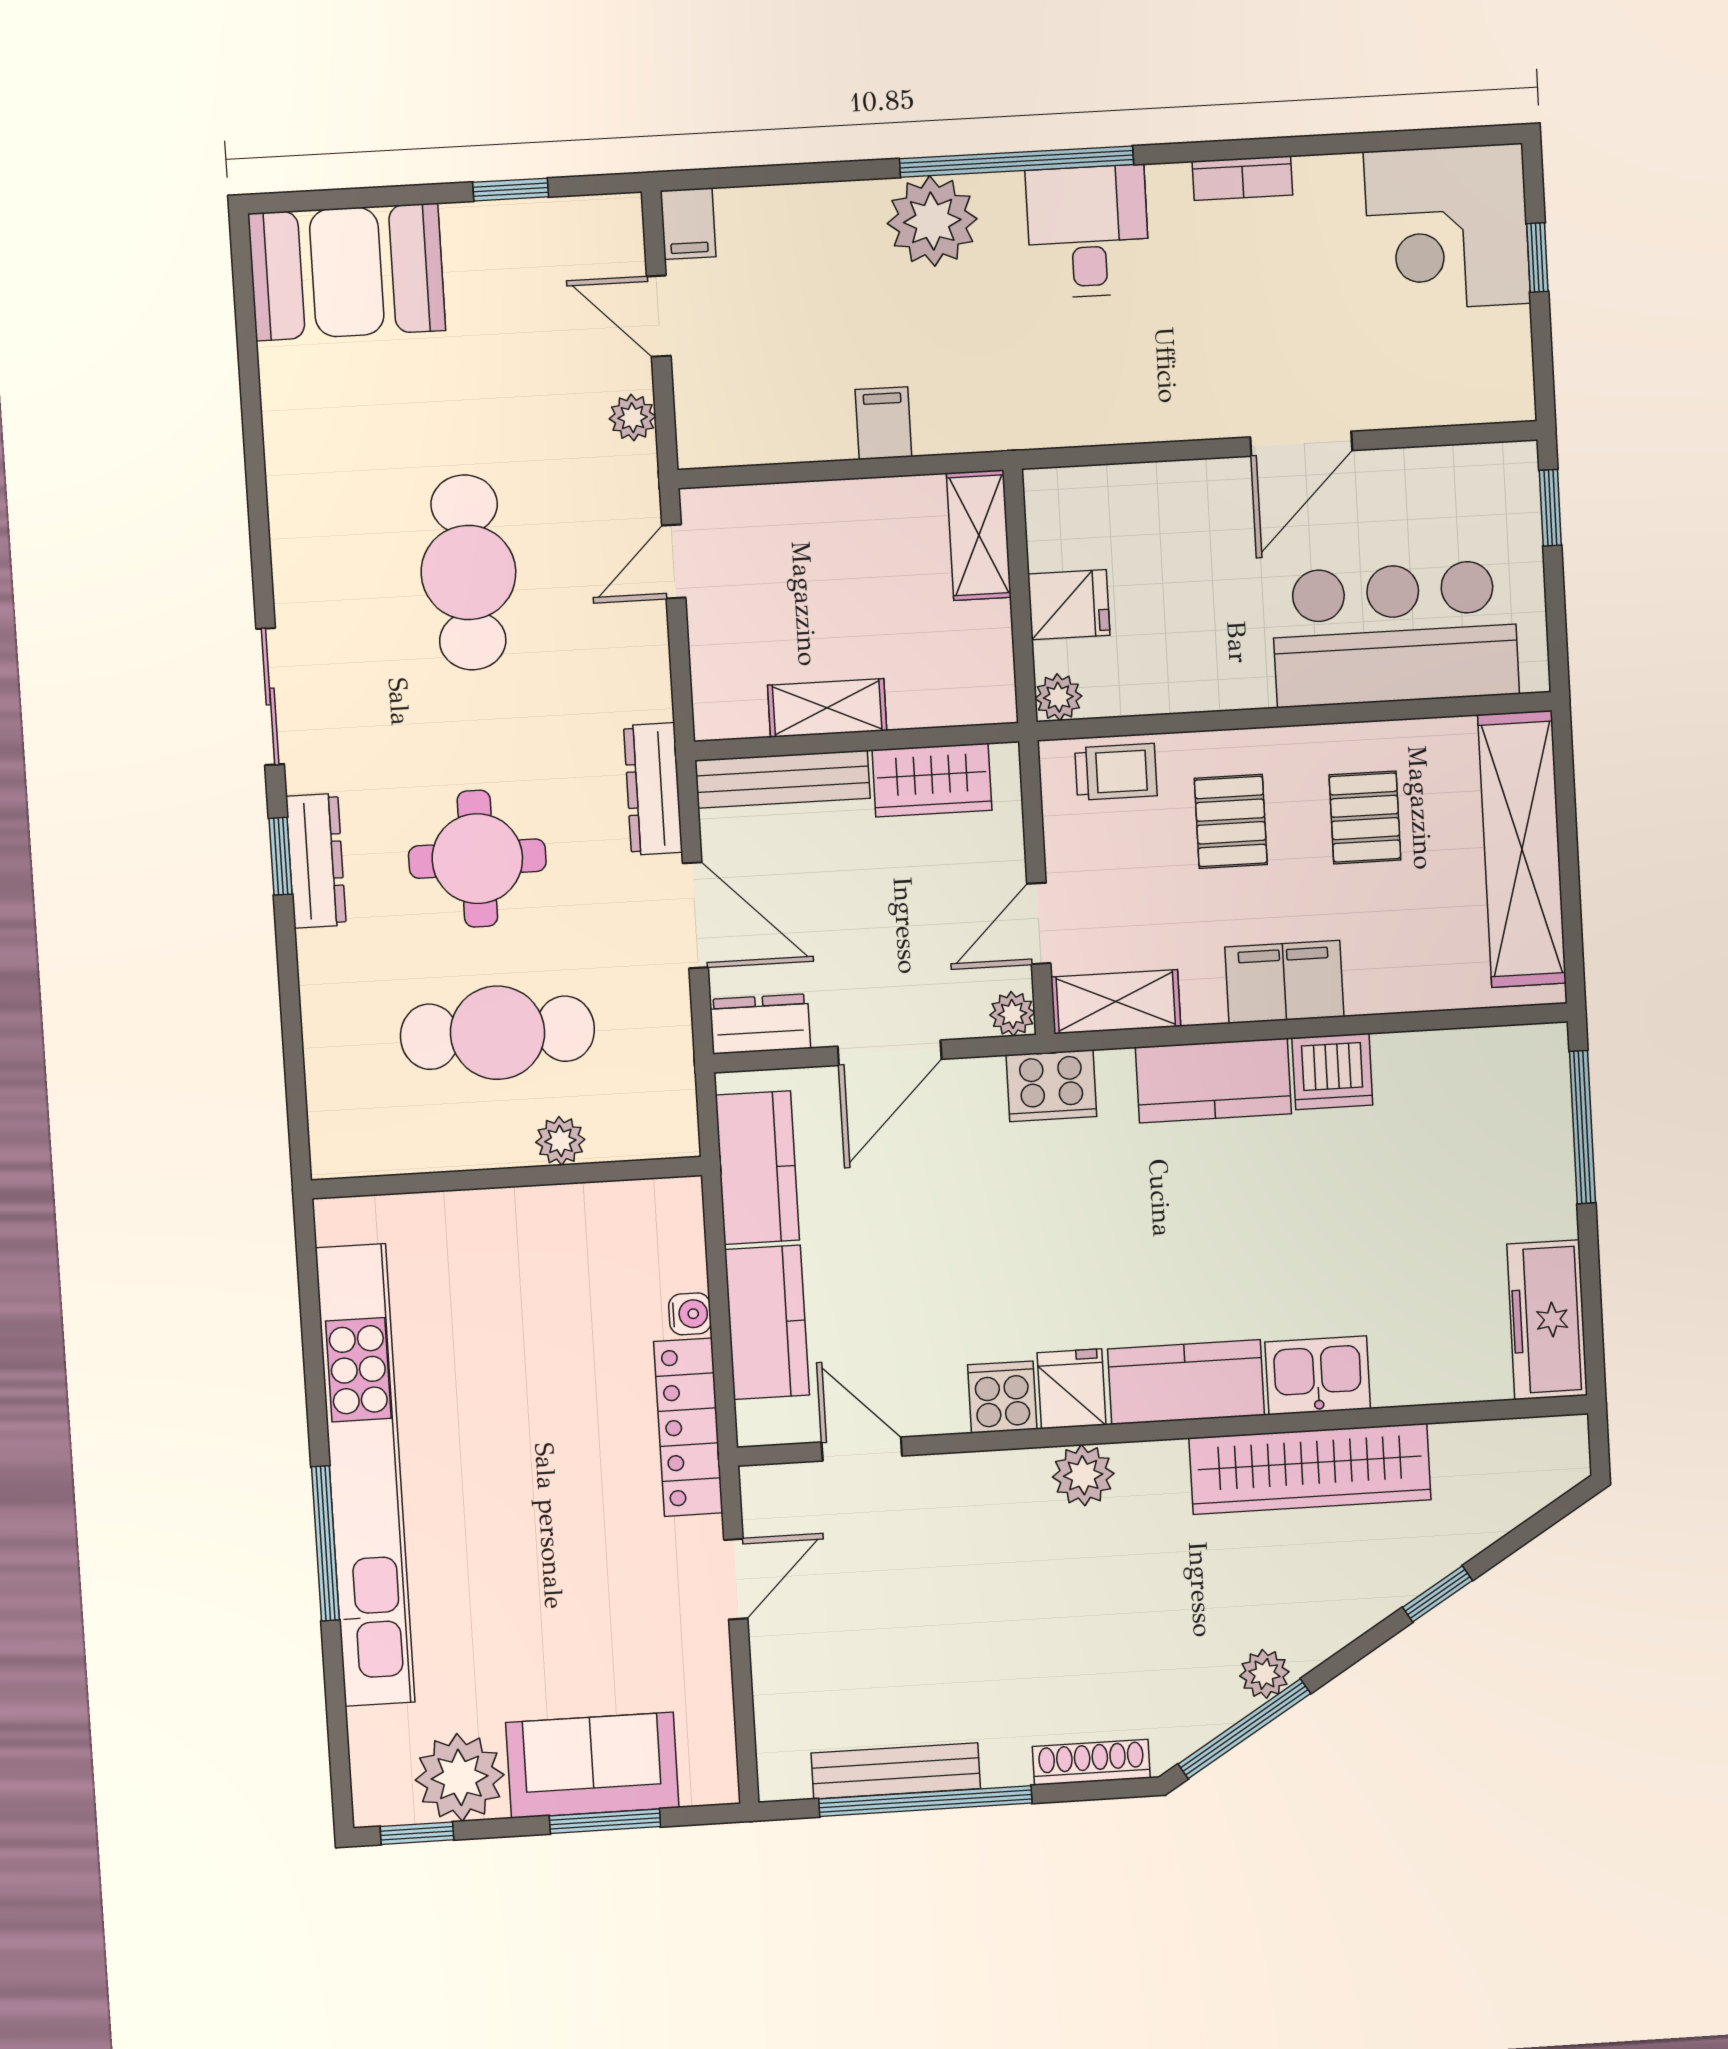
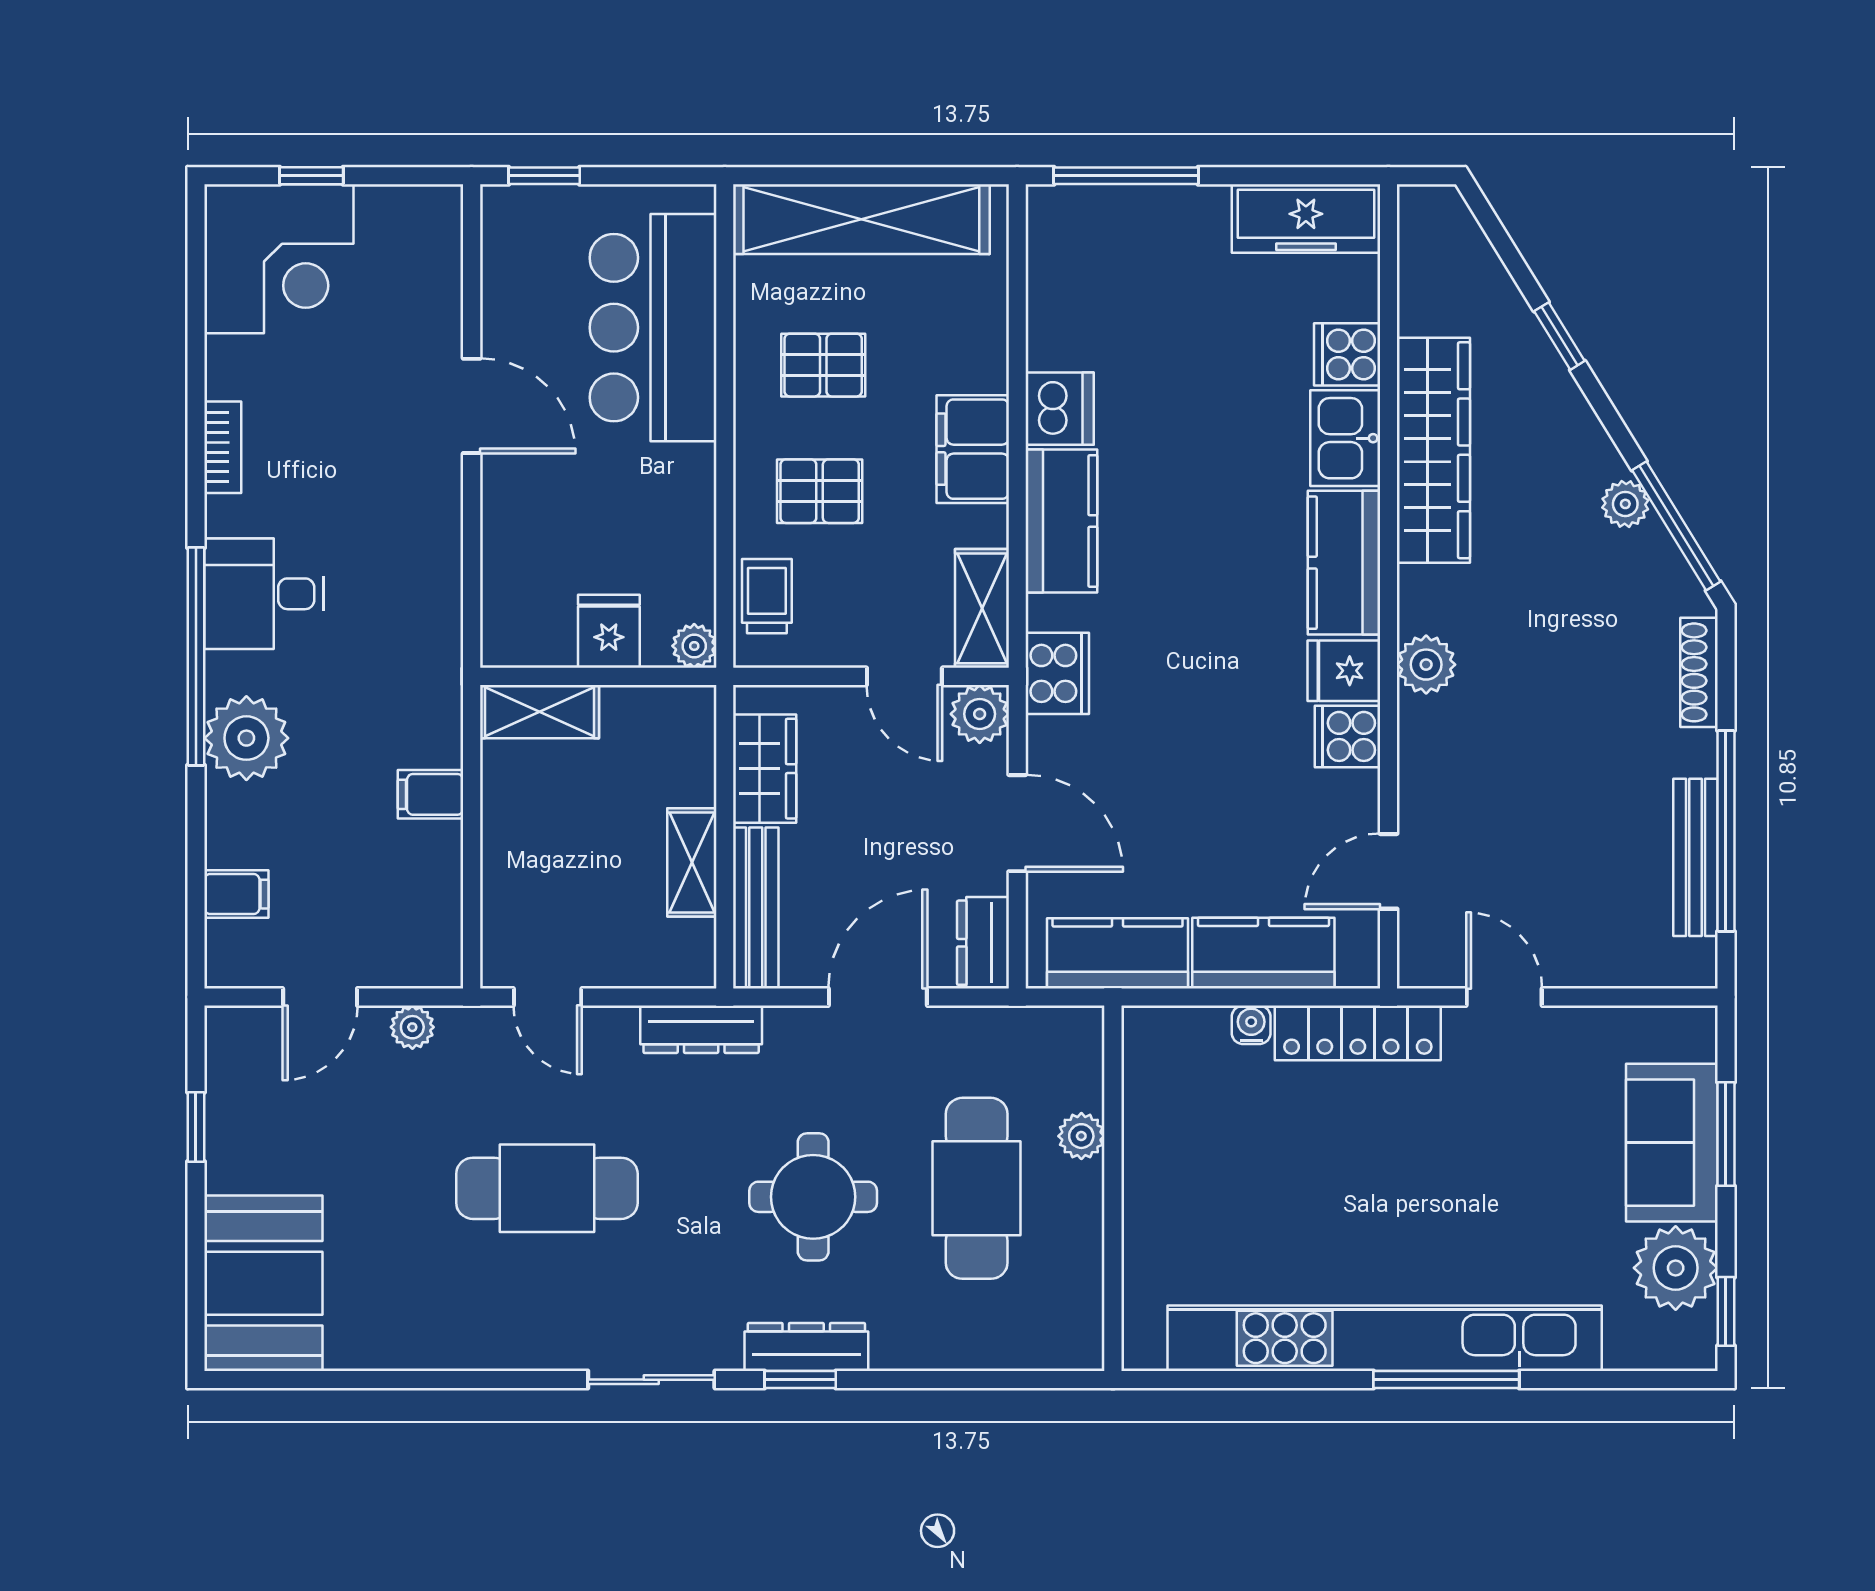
filing cabinet: (688, 224) -> (236, 894), moved
dresser: (653, 789) -> (701, 1029), moved
plant: (1012, 1014) -> (980, 714), width x1.38, depth x1.38
cooker: (1406, 1372) -> (1347, 354), added

